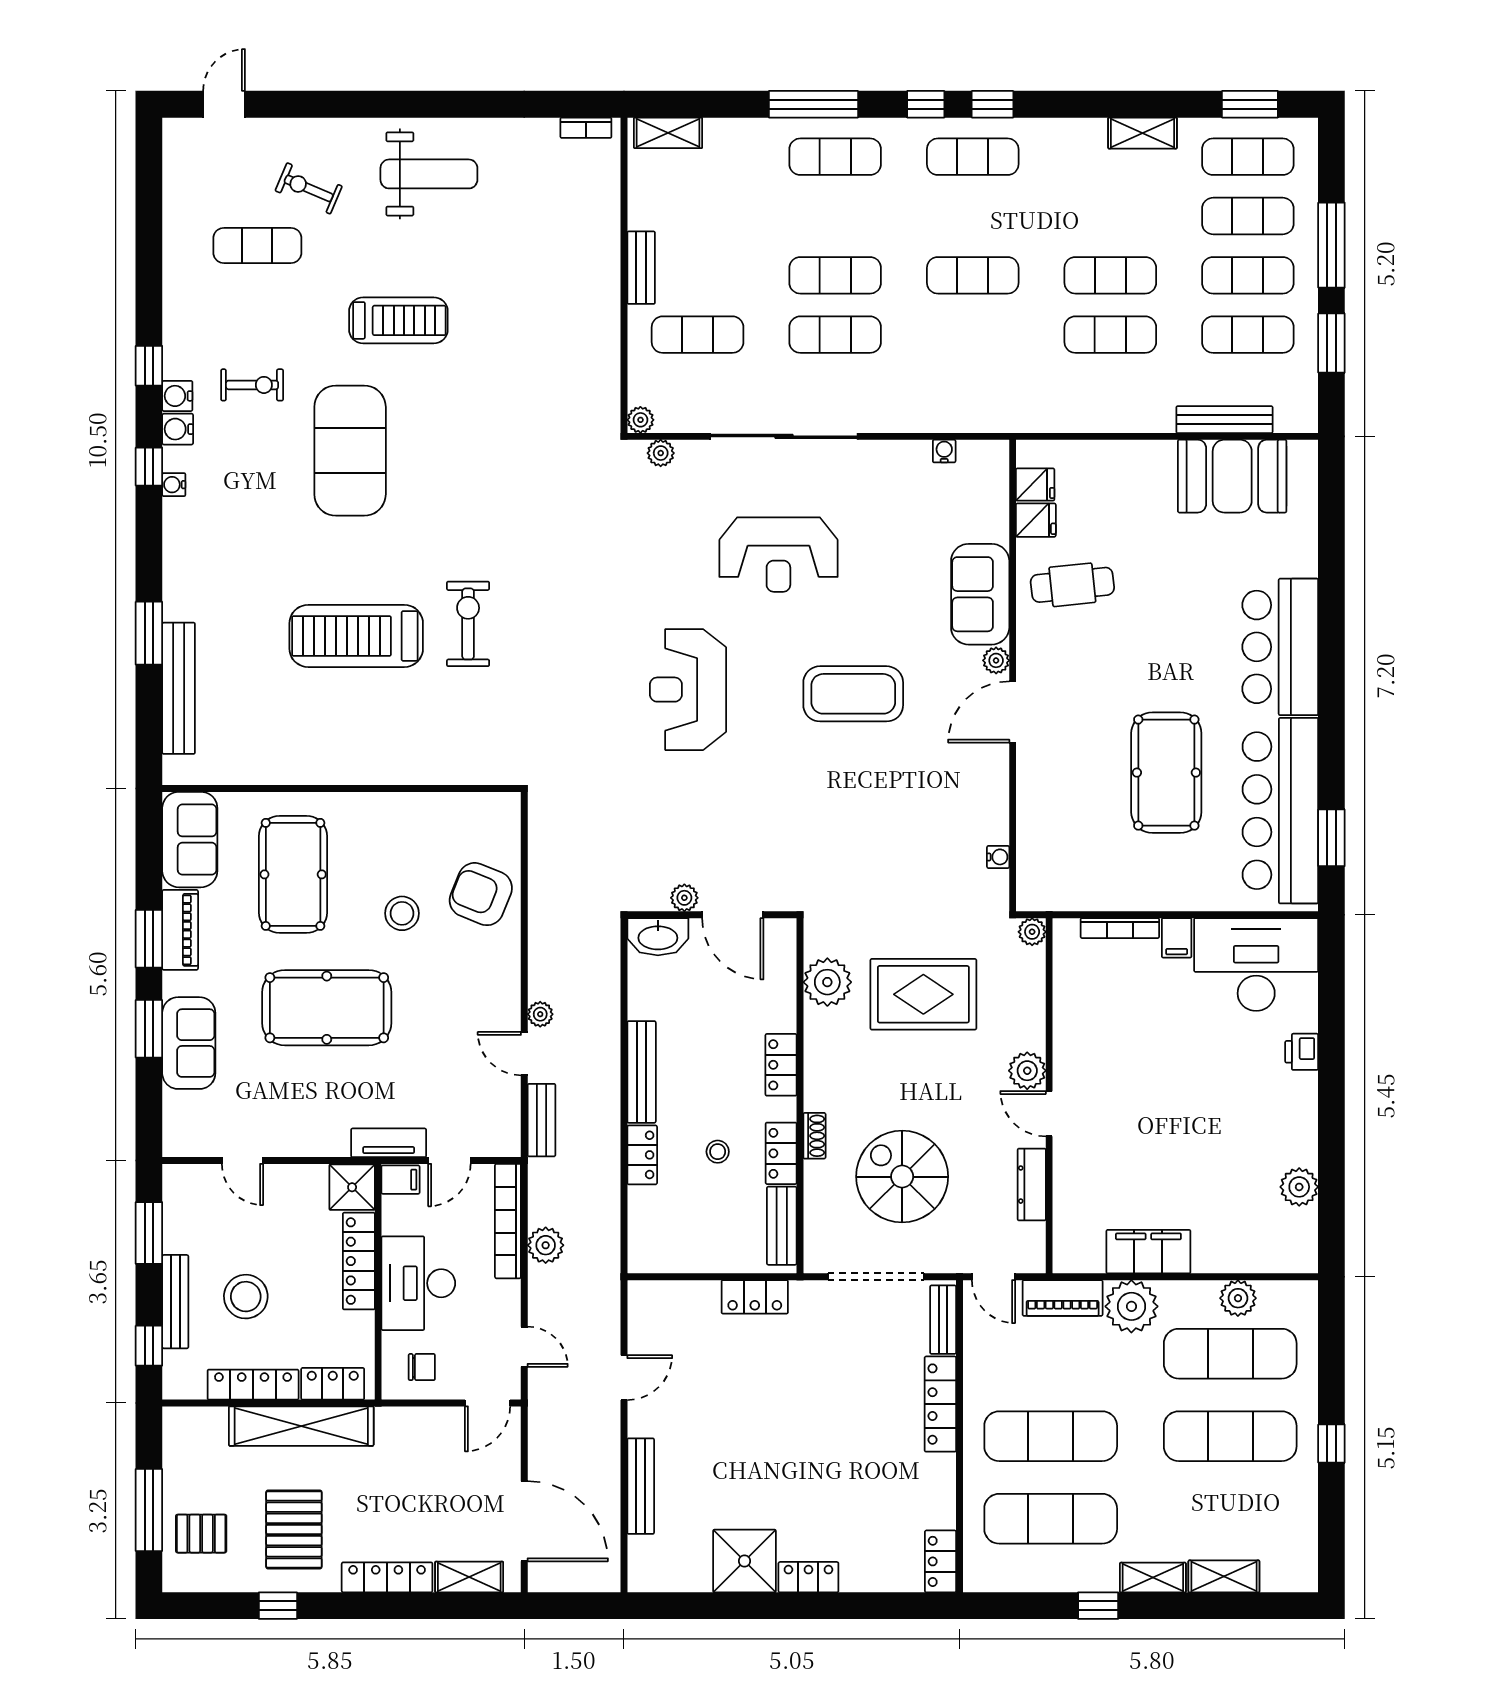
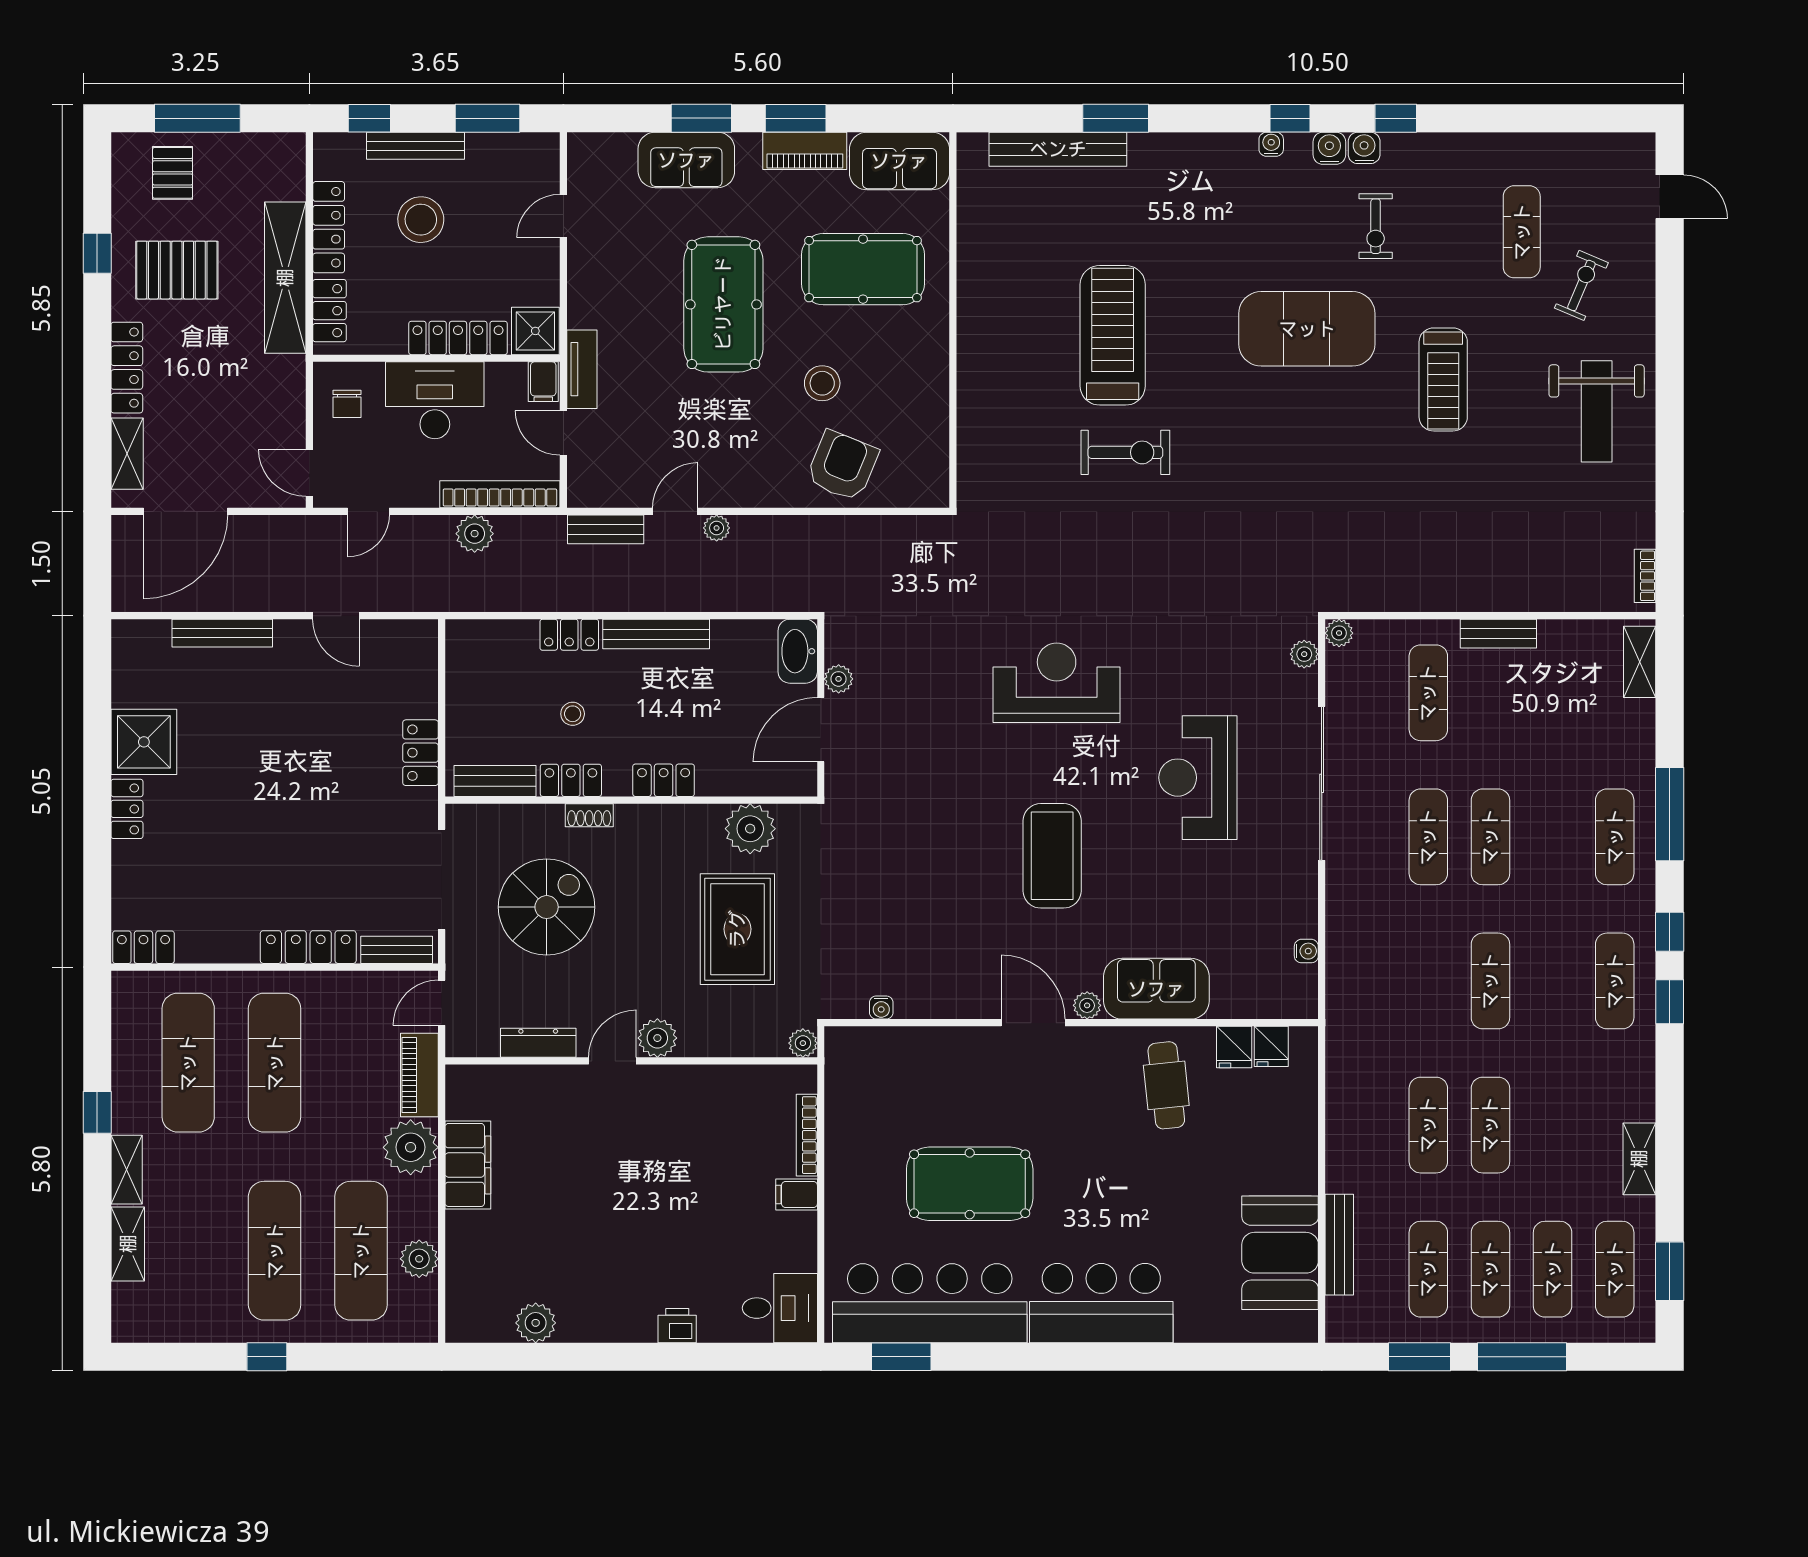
desk: (1256, 964) -> (780, 1308), width x0.53, depth x0.77

